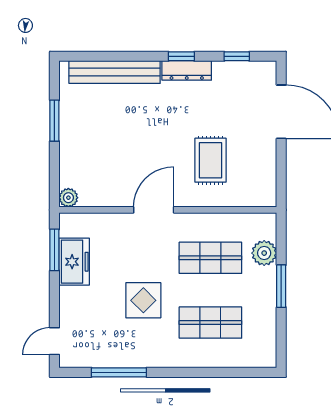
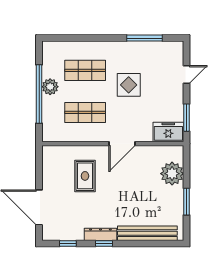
plant: (68, 198) -> (172, 174), moved, width x1.88, depth x1.88
plant: (264, 253) -> (50, 87), moved
freezer: (74, 262) -> (168, 132), moved, turned 90
window: (281, 286) -> (39, 94), width x2.11
door: (54, 341) -> (186, 74), moved

